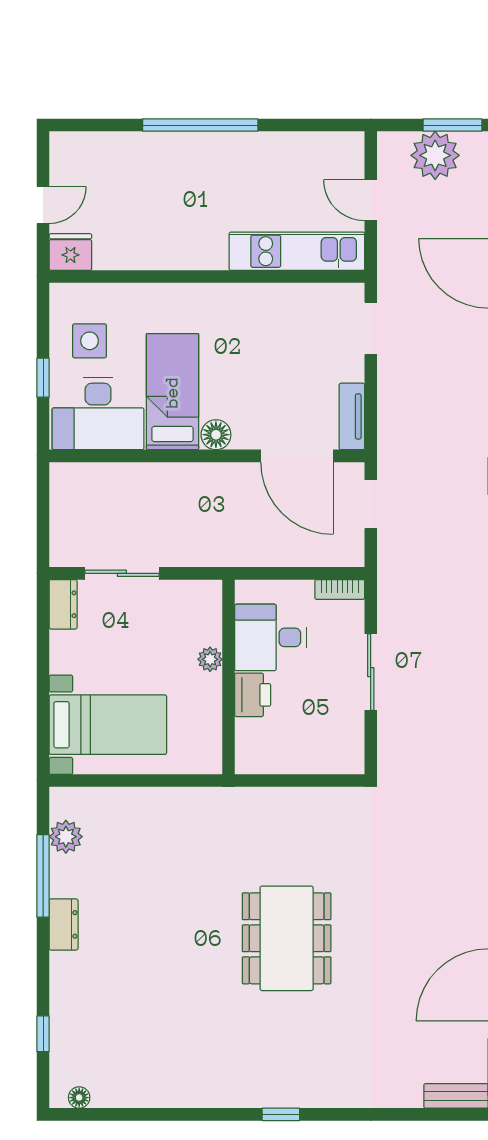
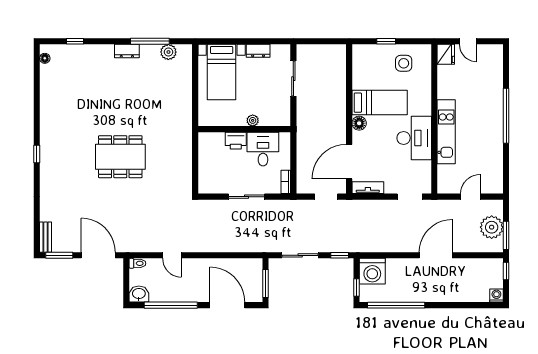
kitchen unit: (297, 251) -> (446, 132), moved
desk: (98, 414) -> (414, 138), moved, turned 180
dresser: (63, 604) -> (258, 51), moved

